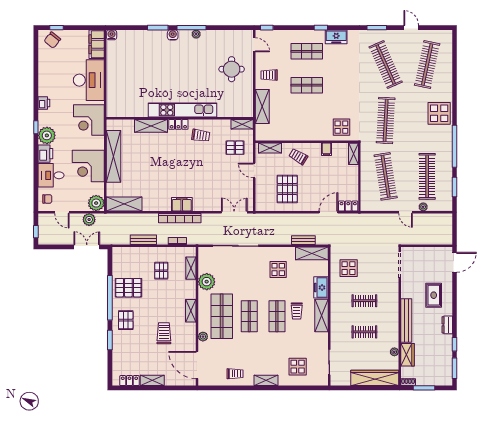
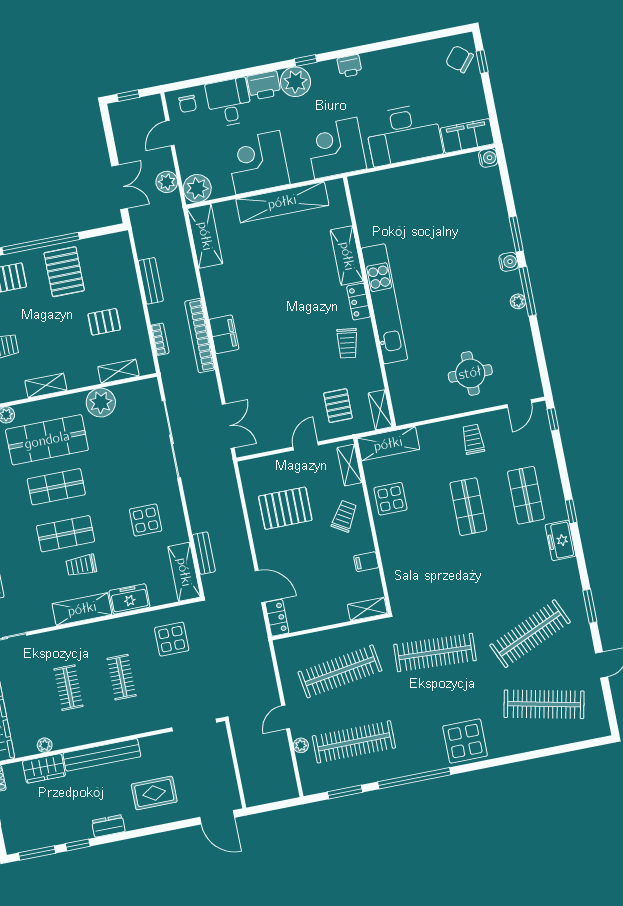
shelving: (262, 107) -> (388, 444), moved
display table: (341, 127) -> (390, 499), moved

